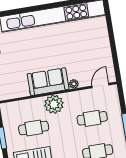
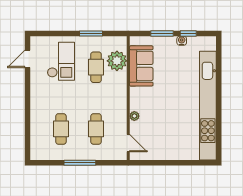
sofa: (48, 82) -> (141, 66), moved
plant: (54, 104) -> (117, 61), moved

